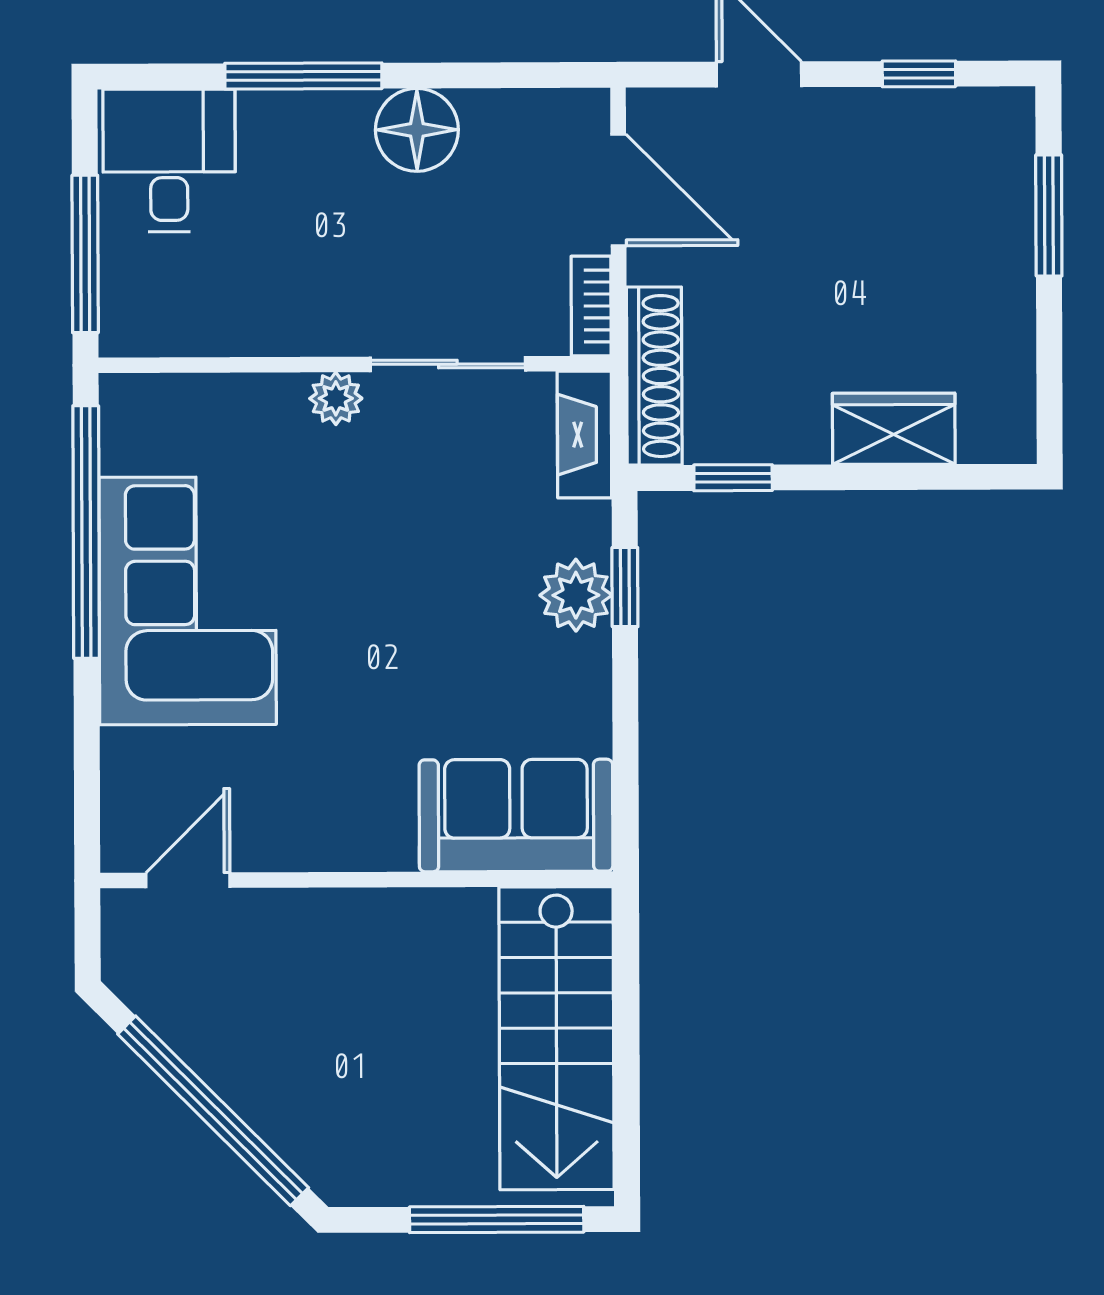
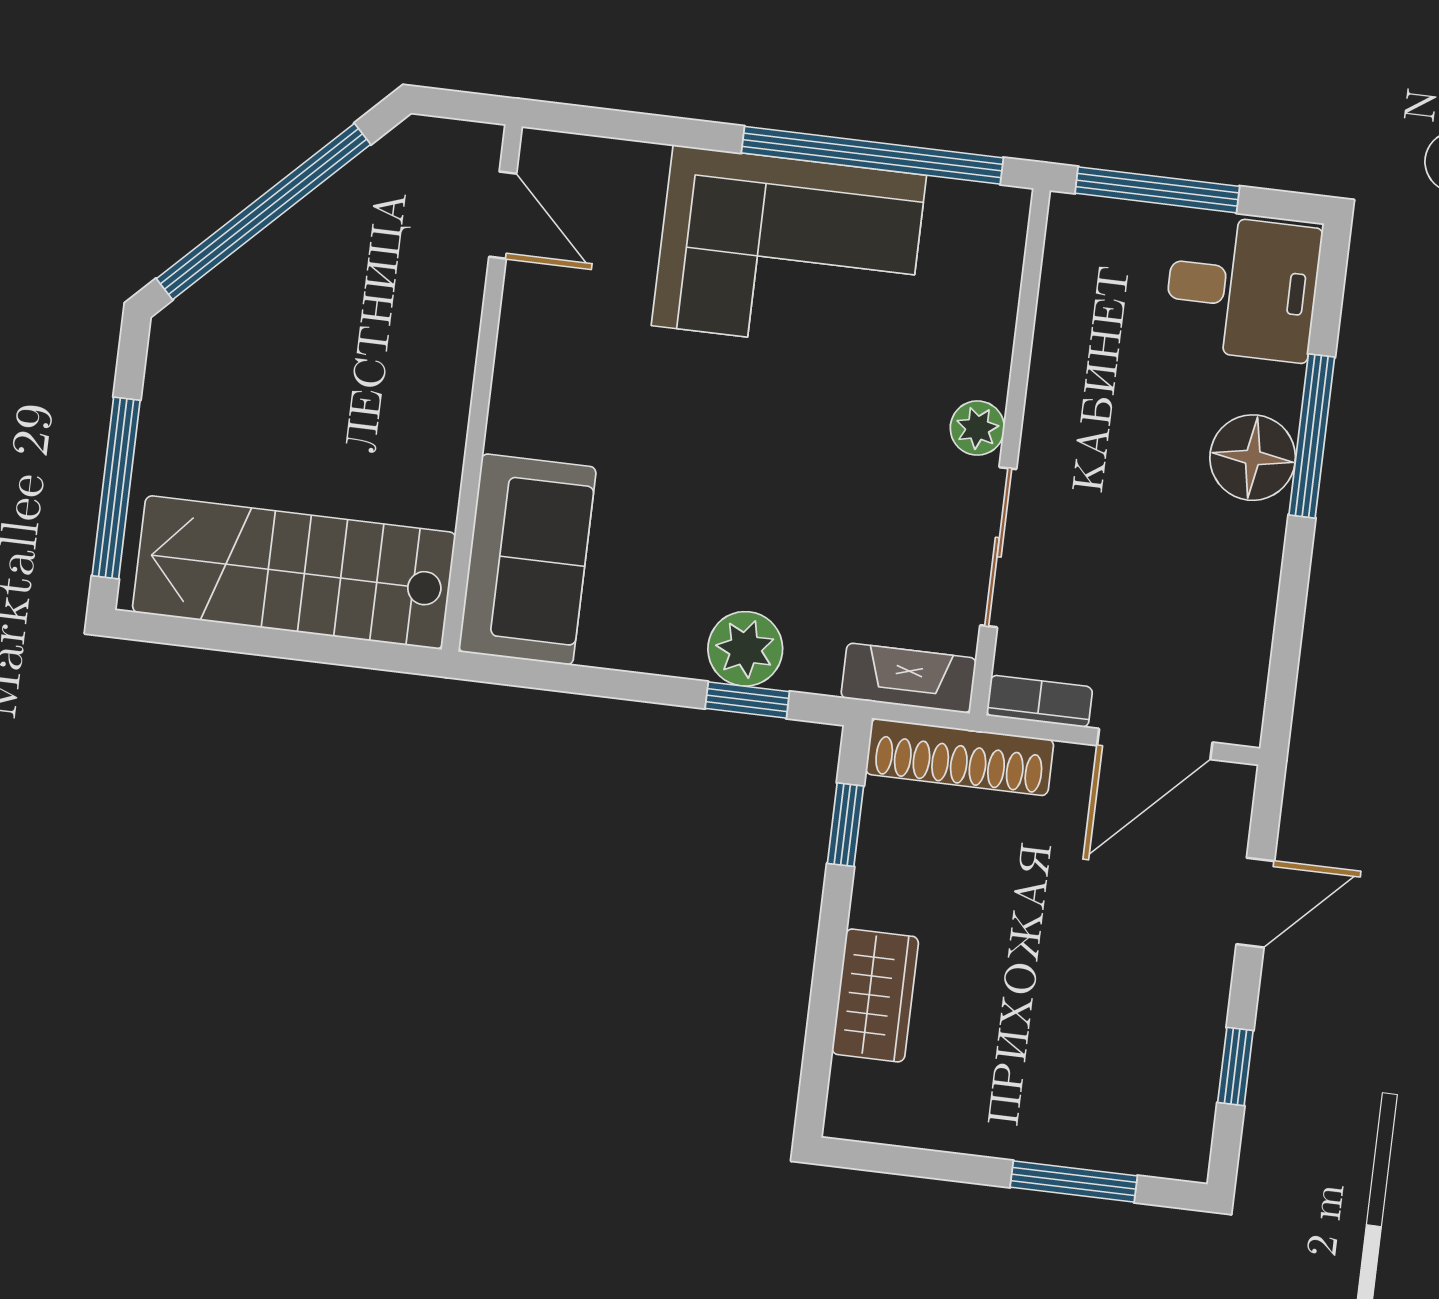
floor lamp: (417, 130) -> (1253, 458), moved

